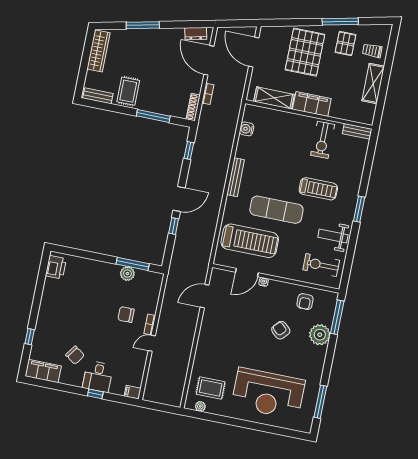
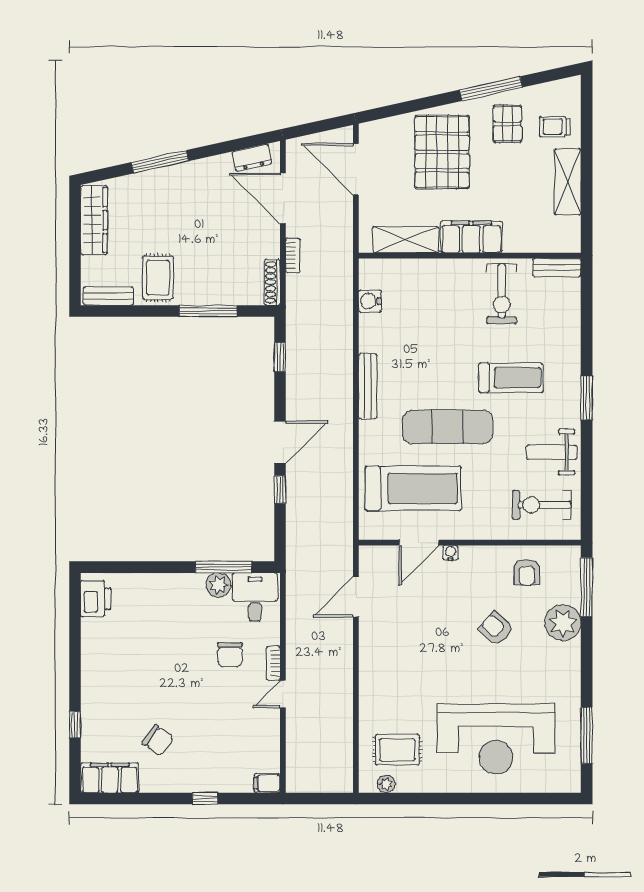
chair: (126, 315) -> (230, 655), turned -90
desk: (98, 377) -> (255, 597), moved, turned 180

